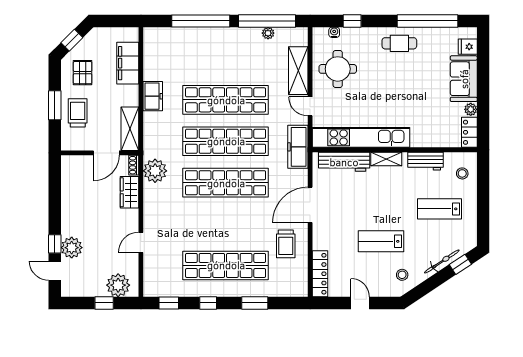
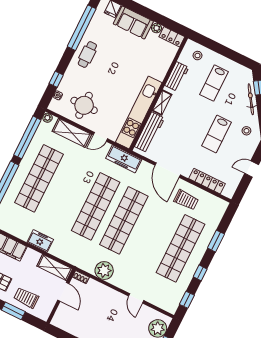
plant: (268, 33) -> (47, 118), moved
shop shelf: (226, 100) -> (39, 178), moved
plant: (155, 171) -> (104, 271), moved
wardrobe: (129, 192) -> (98, 289), removed
locker: (320, 274) -> (207, 181), moved

